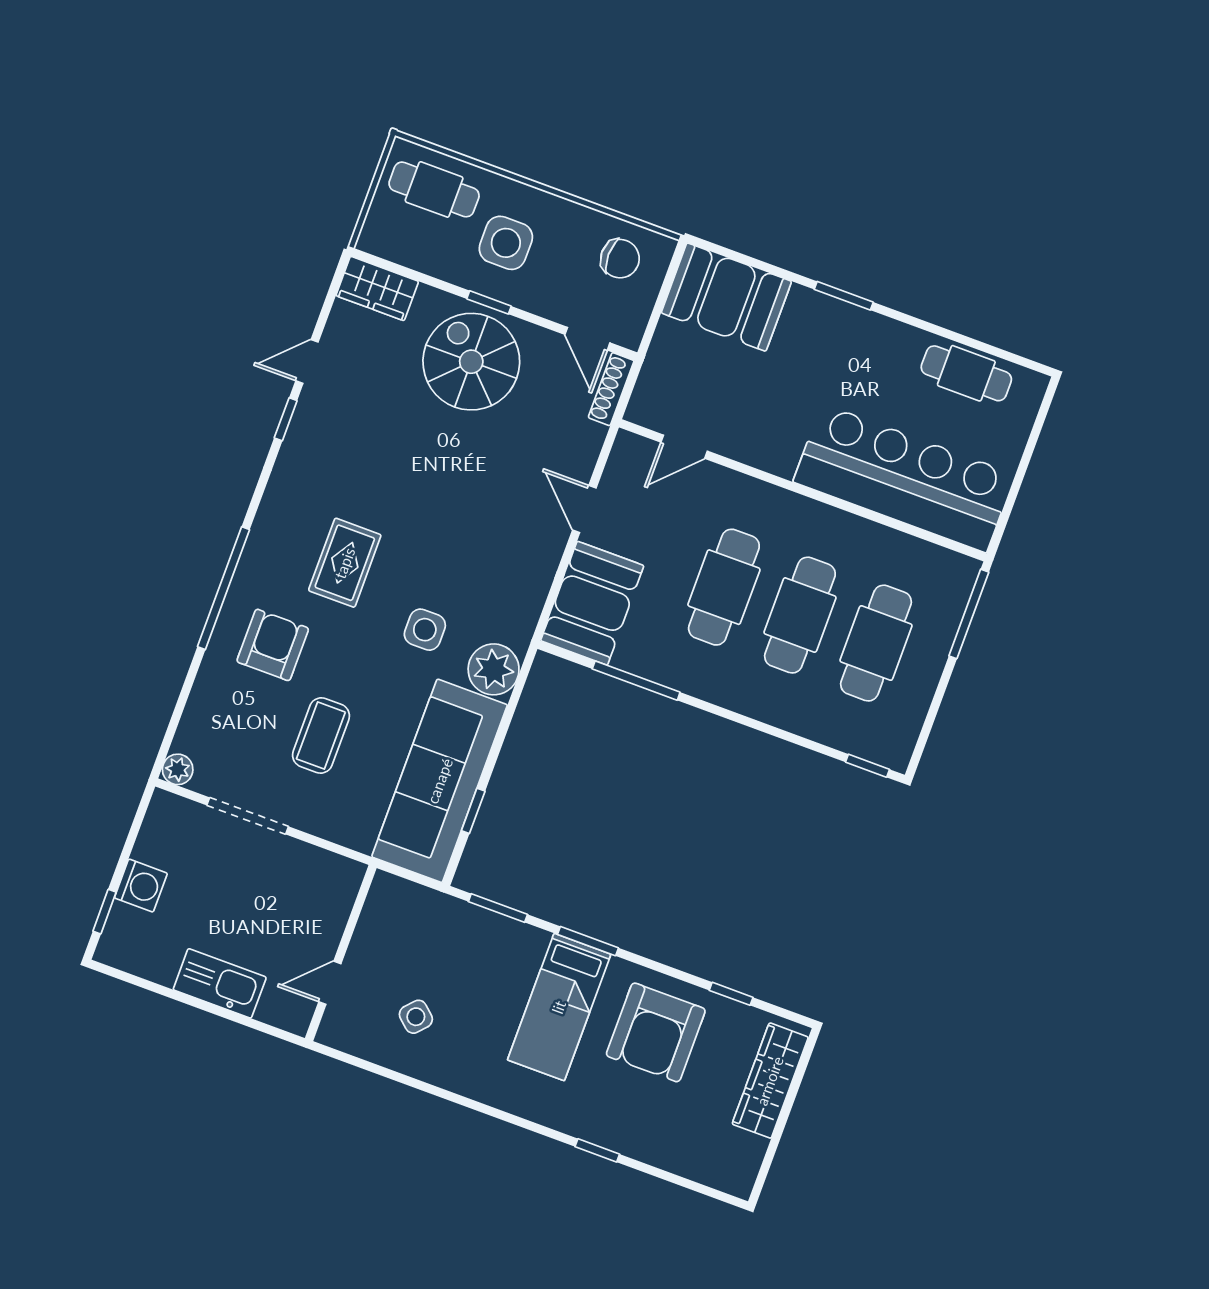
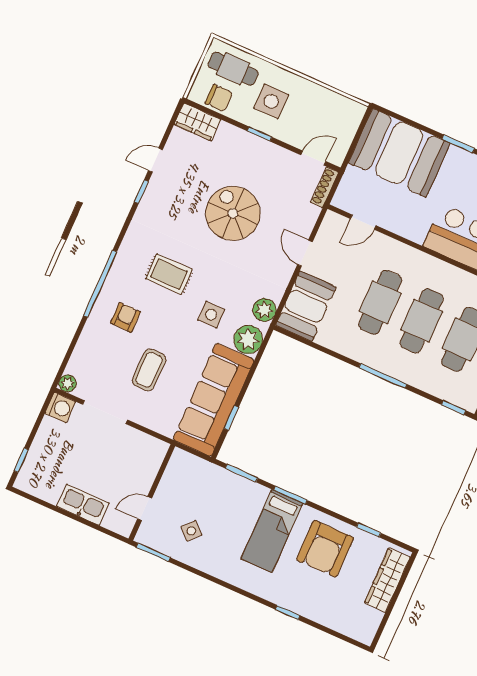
chair: (620, 259) -> (219, 98), moved
booth: (726, 297) -> (399, 153), width x1.36, depth x1.42
door: (587, 339) -> (313, 158), swing flipped
spiral stairs: (471, 362) -> (233, 213), moved
rug: (345, 563) -> (169, 274), turned 90
plant: (519, 615) -> (264, 310), added
armchair: (273, 645) -> (125, 317), width x0.72, depth x0.72
window: (636, 681) -> (383, 376), moved
washing machine: (141, 886) -> (60, 408), moved
window: (351, 1060) -> (153, 552), added

